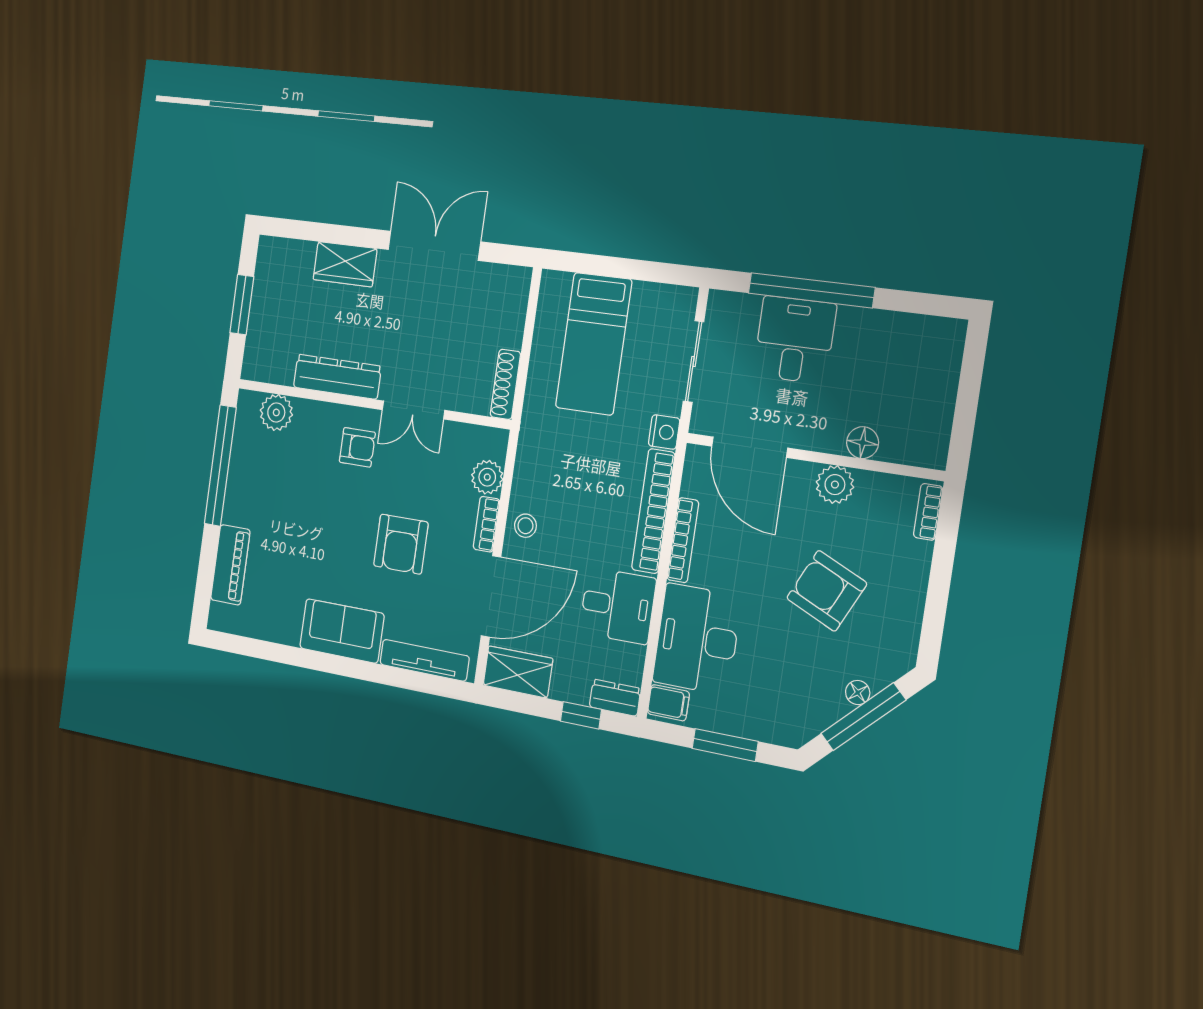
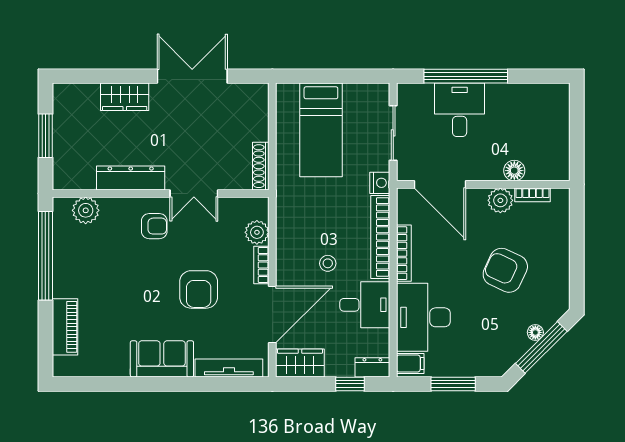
bookcase: (928, 512) -> (532, 195), moved, turned -90
stool: (525, 526) -> (328, 263), moved

